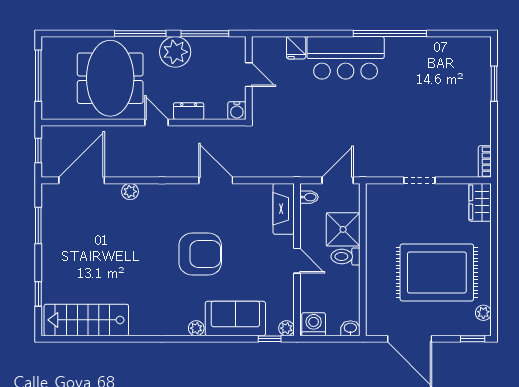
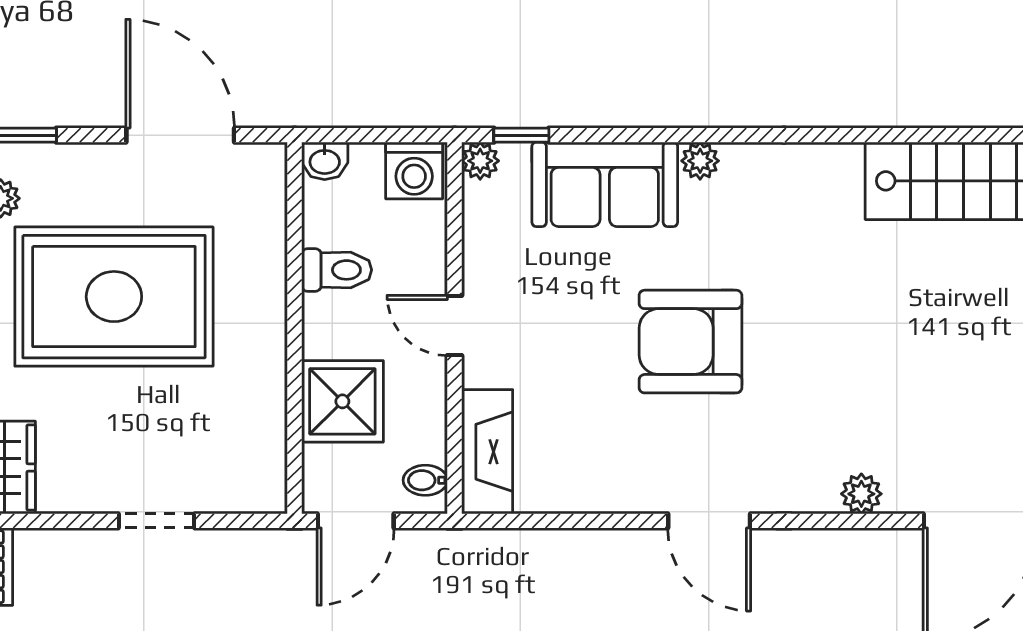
door: (216, 180) -> (709, 521), moved
toilet: (345, 256) -> (337, 270), moved

